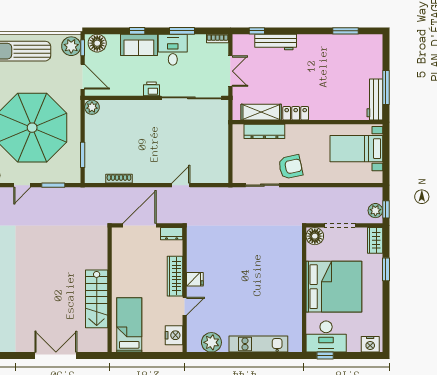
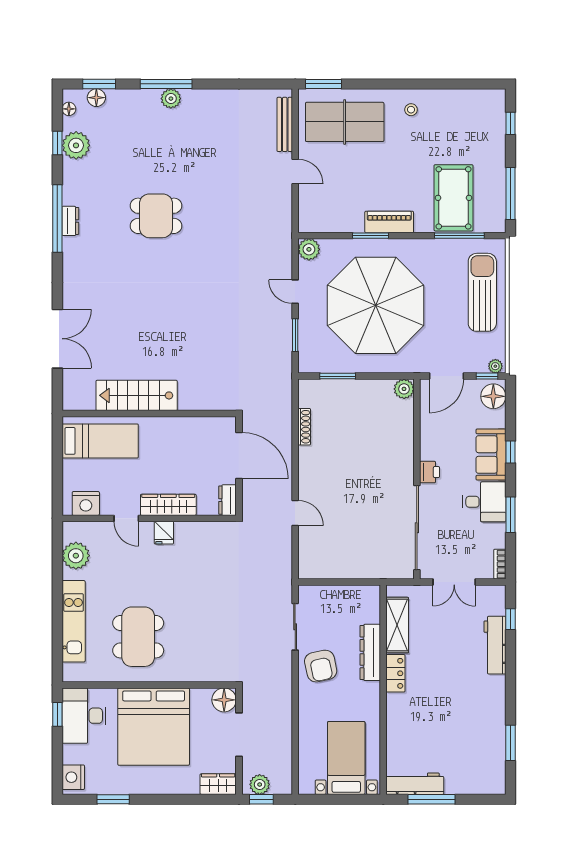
plant: (71, 46) -> (495, 366), width x0.53, depth x0.53
dresser: (264, 131) -> (370, 652), moved
window: (386, 269) -> (113, 799), moved
dining table: (270, 298) -> (138, 637), added

